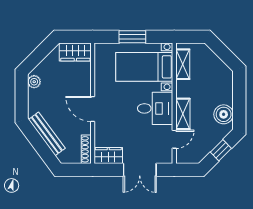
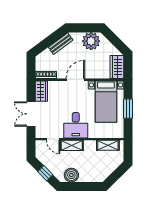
bed with nightstands: (144, 67) -> (106, 102), moved, turned 180
plant: (34, 82) -> (91, 41), width x1.87, depth x1.87
bench: (47, 134) -> (61, 44), width x0.73

